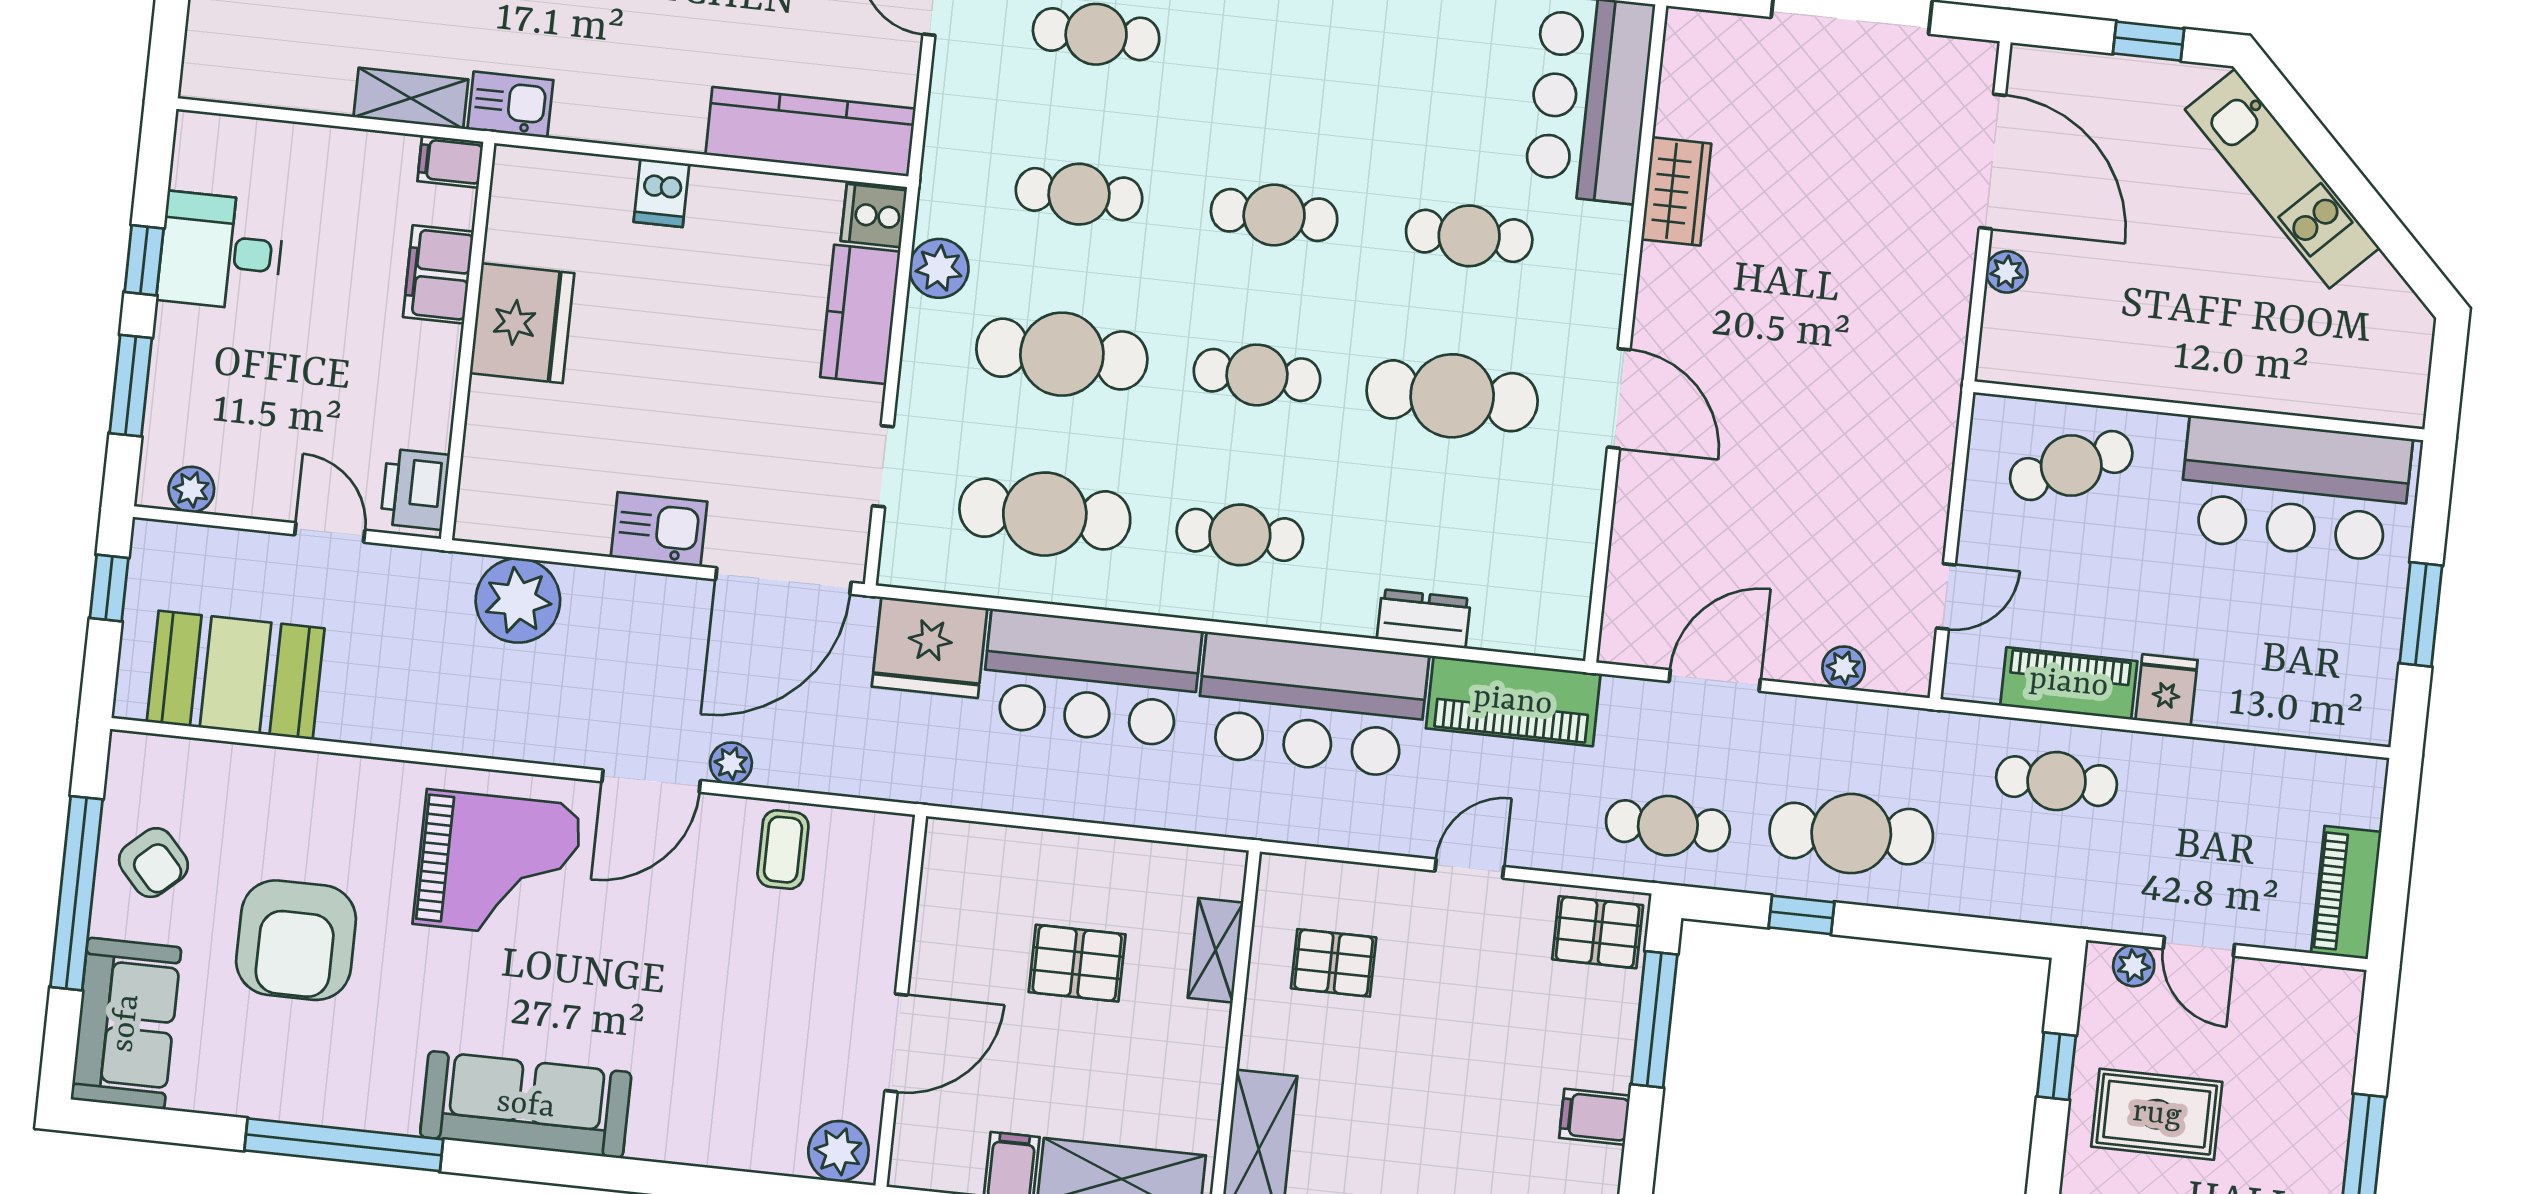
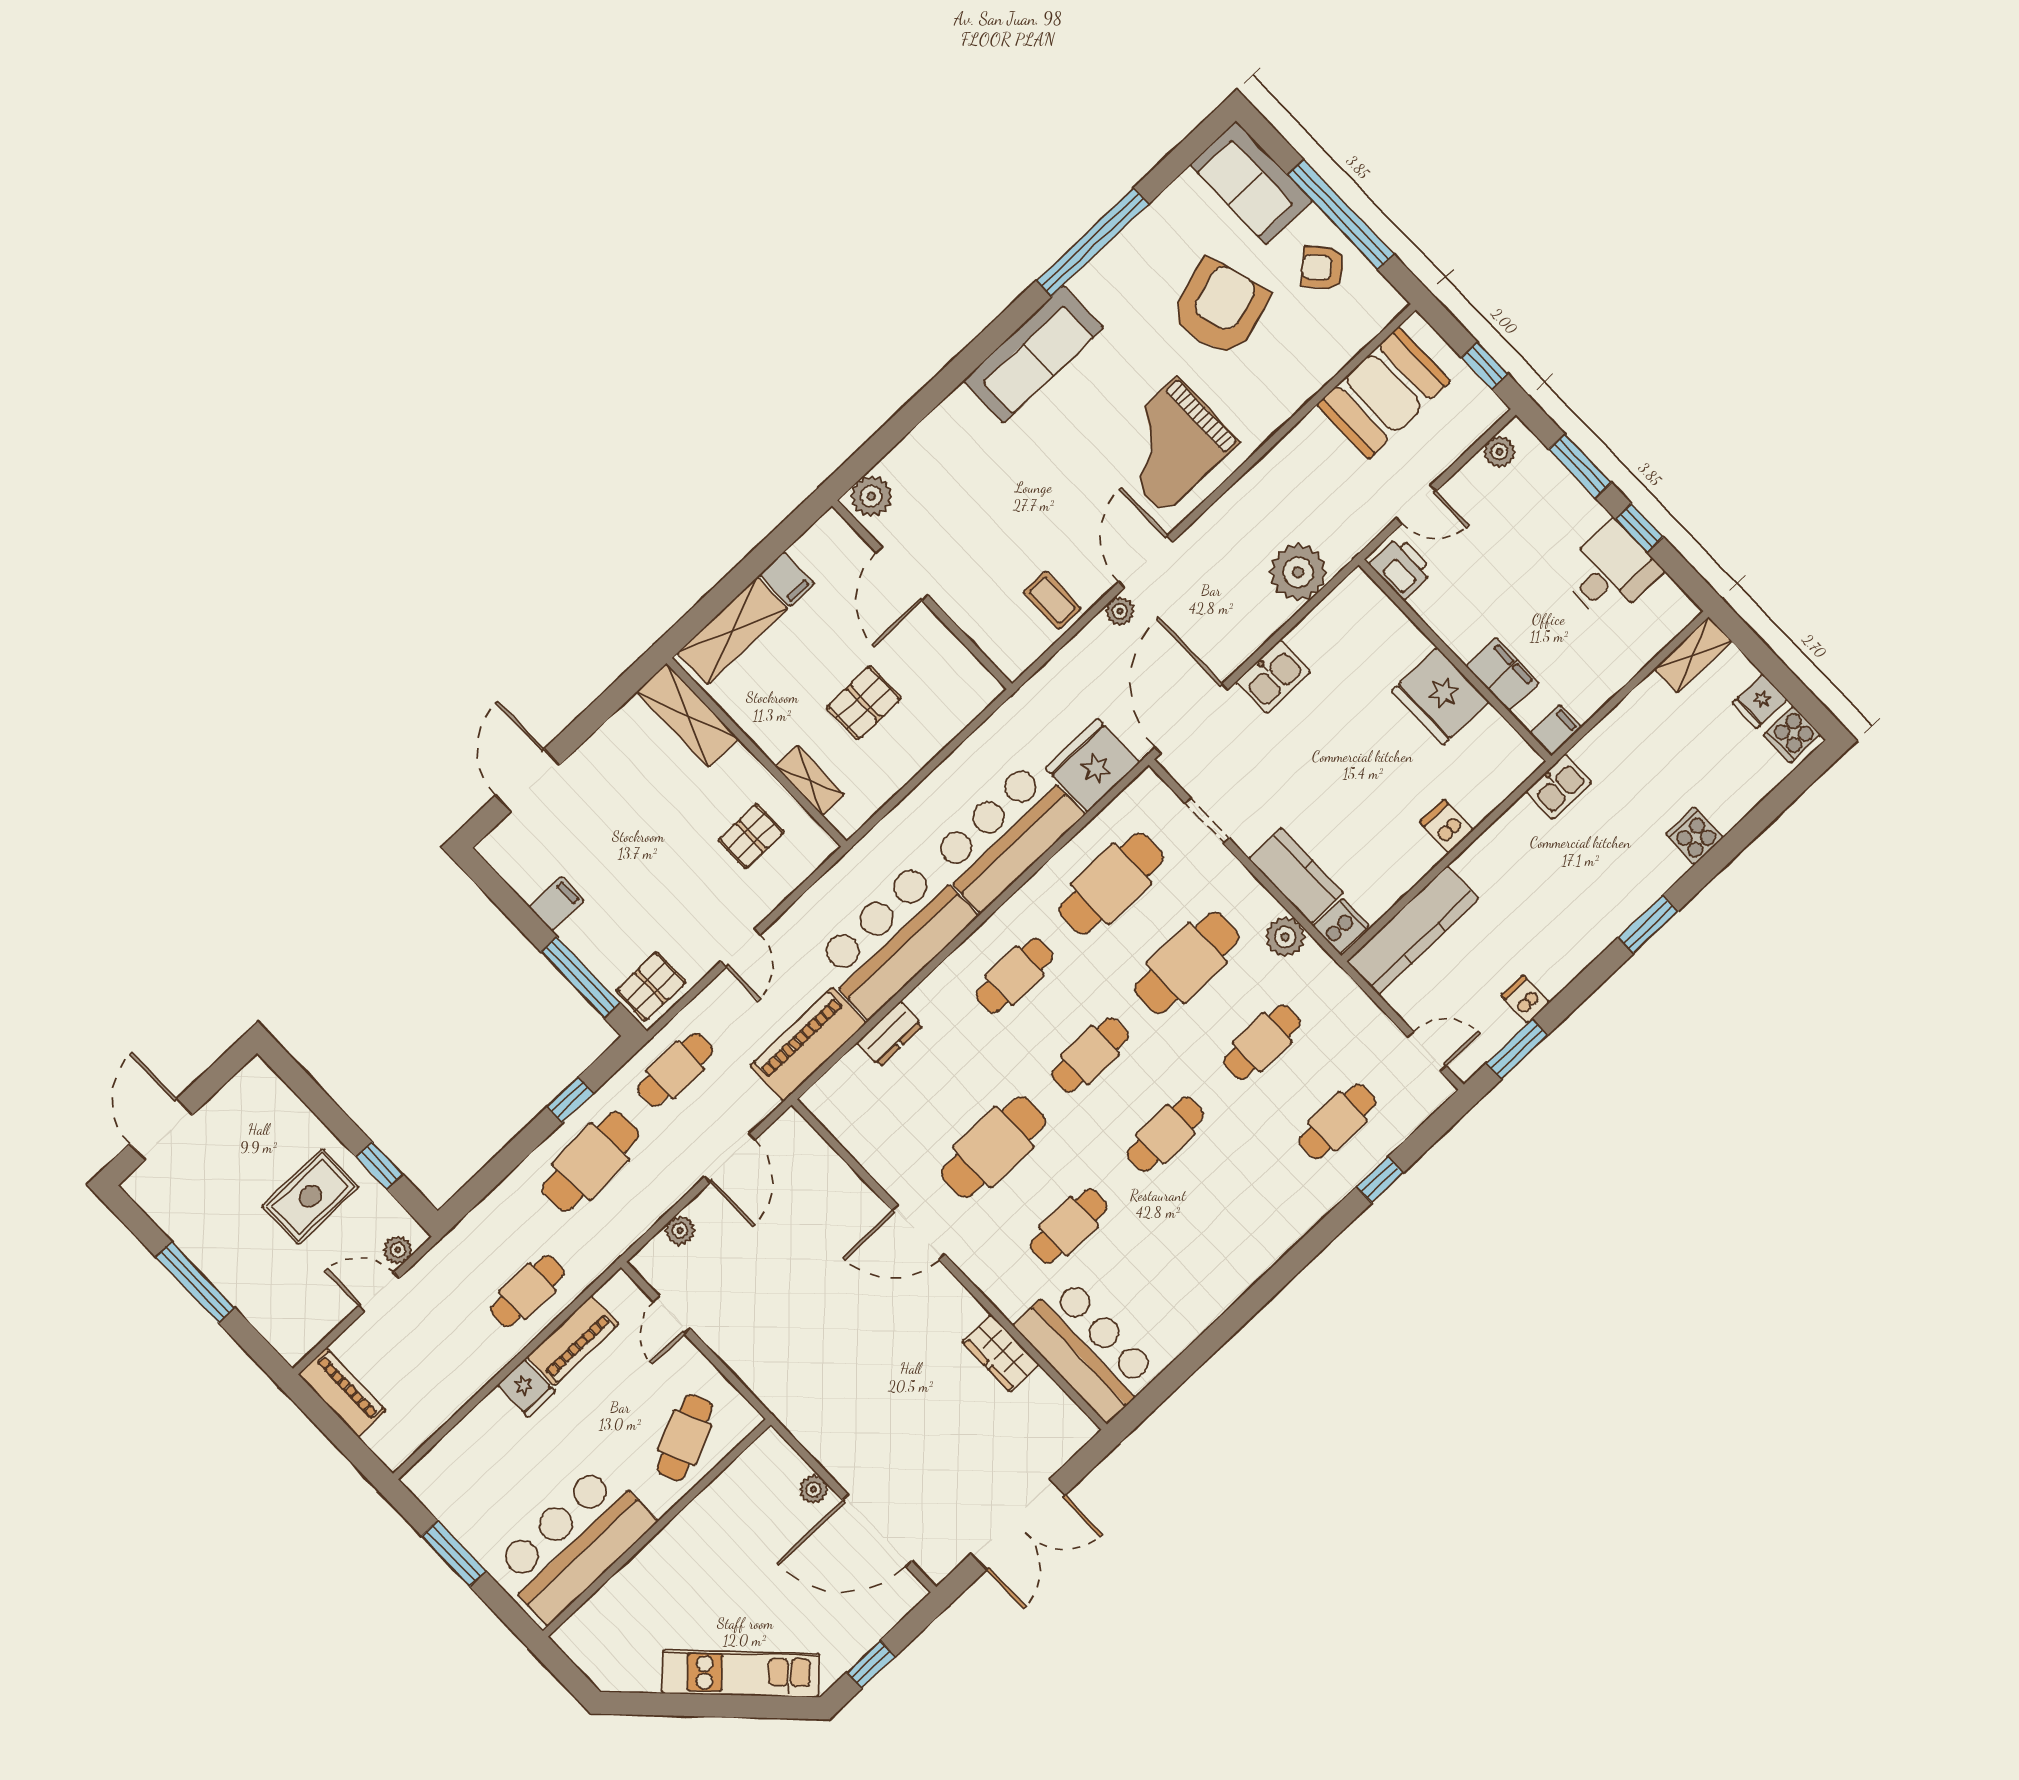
shelving: (411, 98) -> (1693, 655), moved
armchair: (296, 940) -> (1220, 308), turned 73

